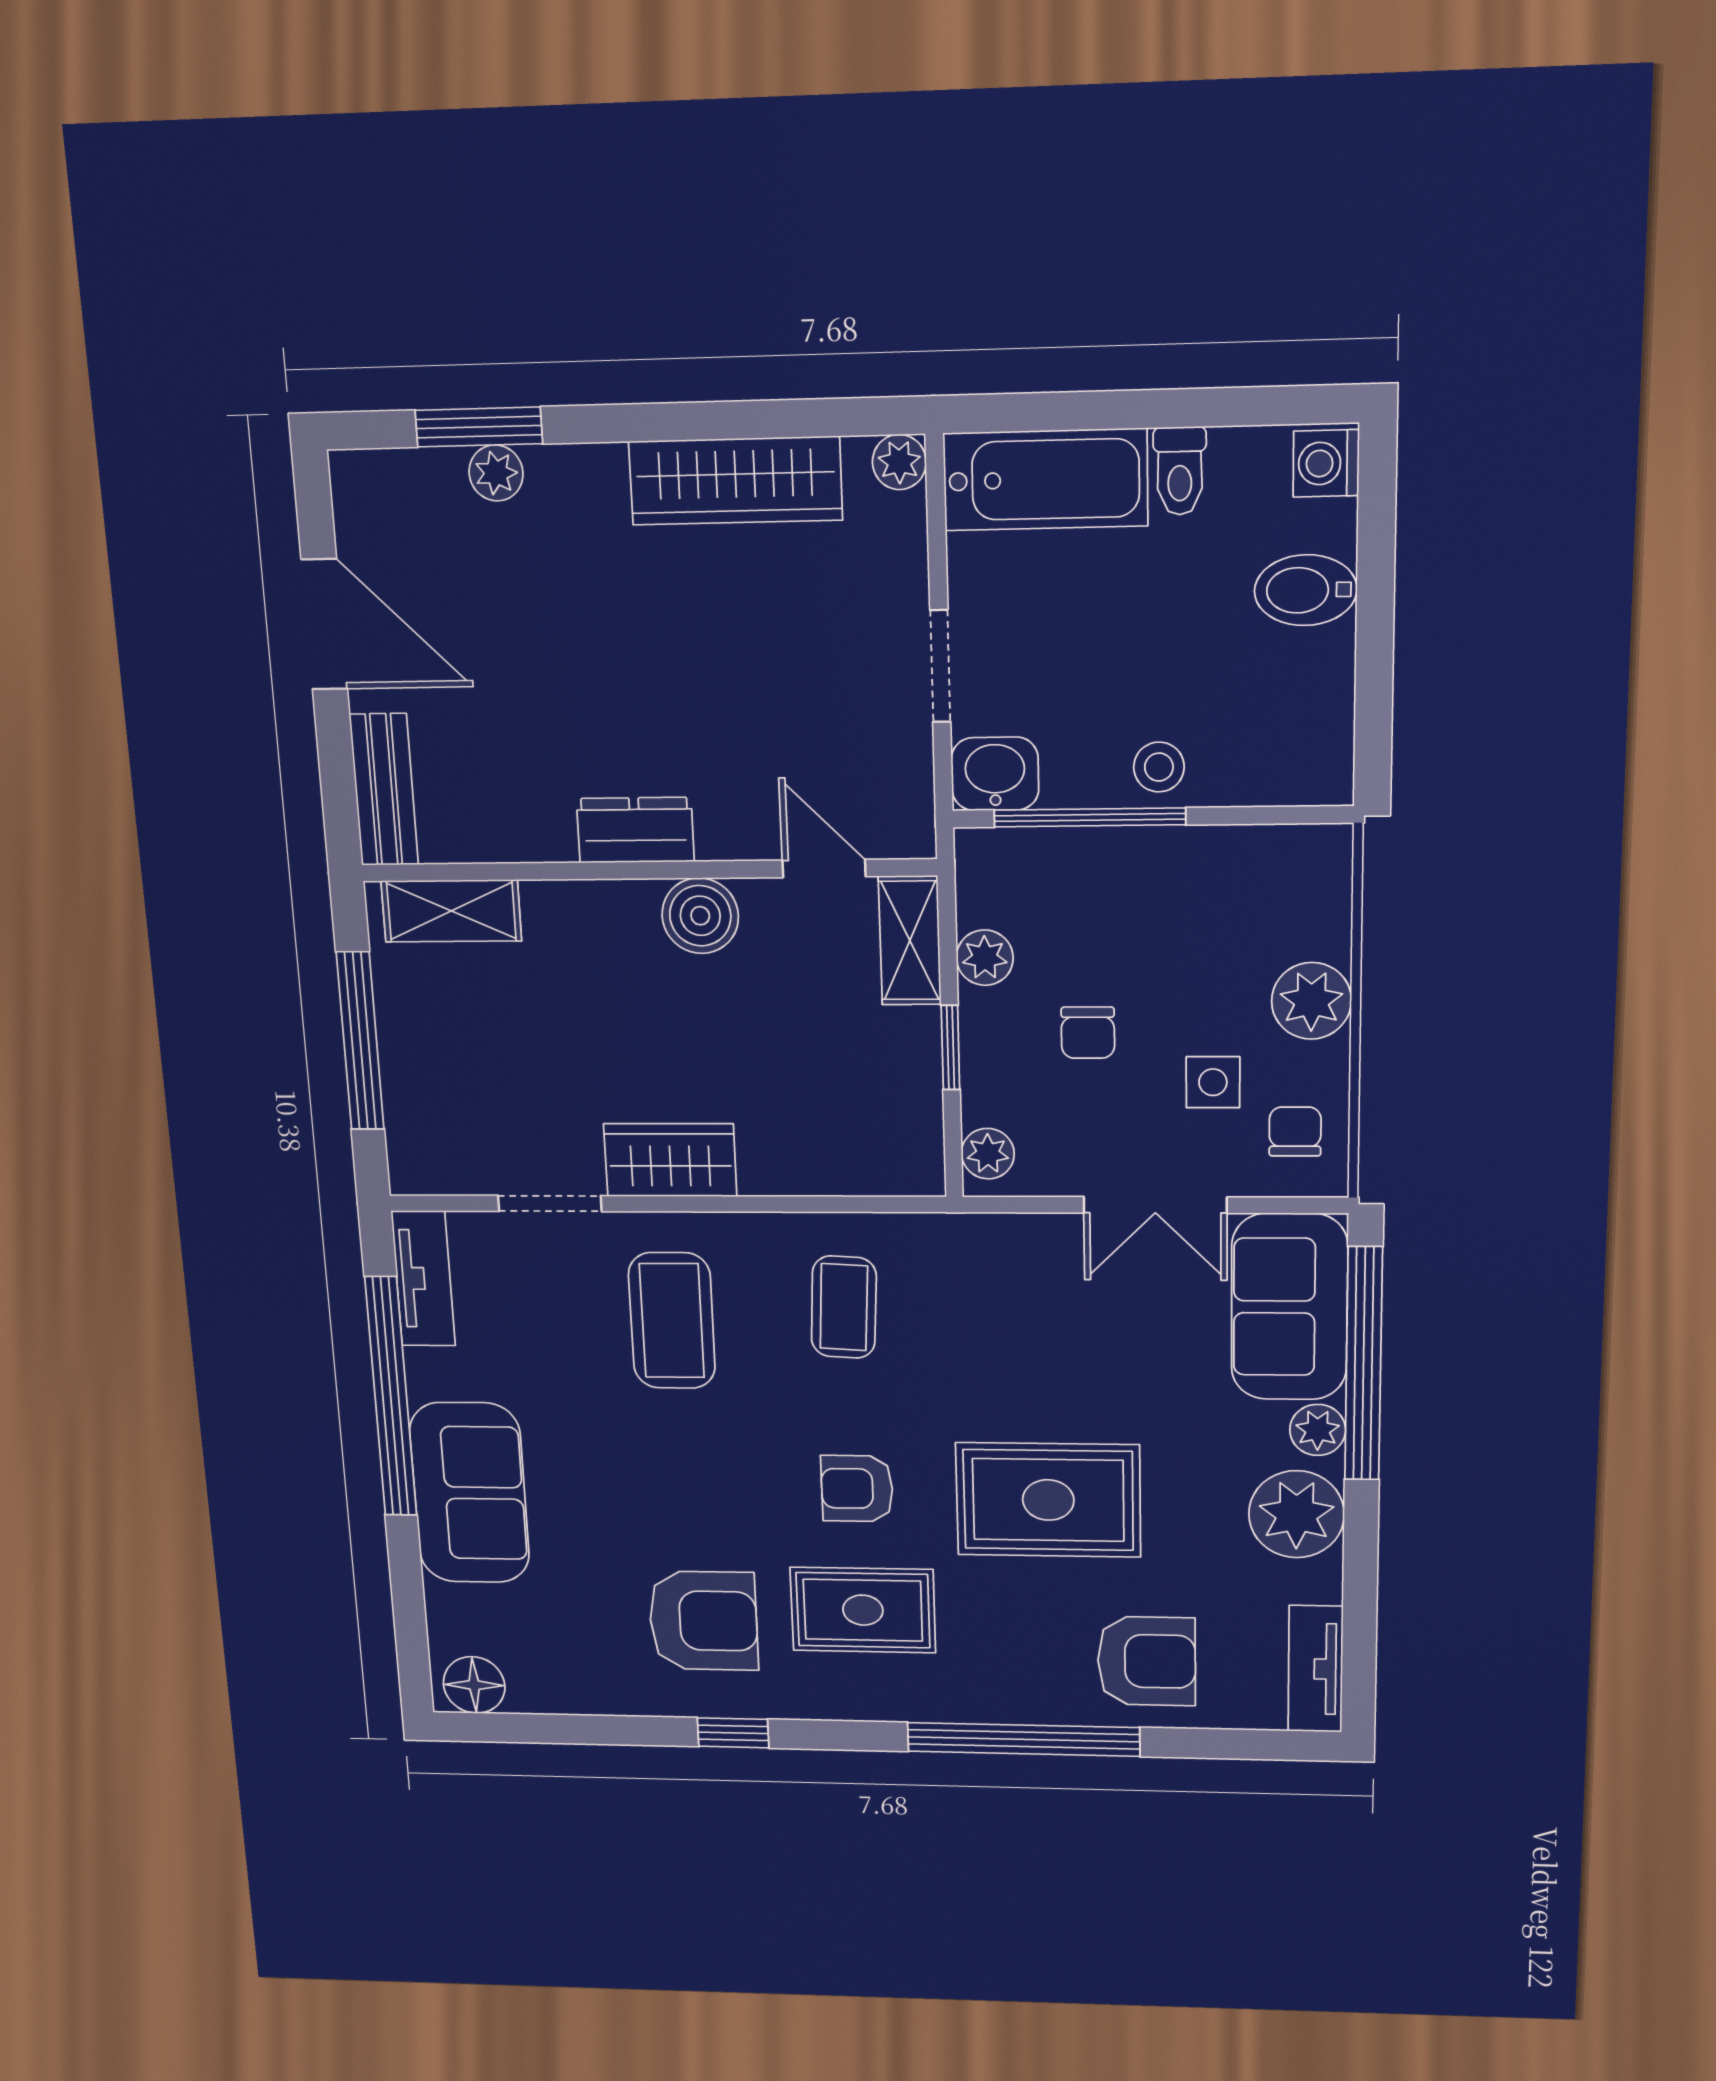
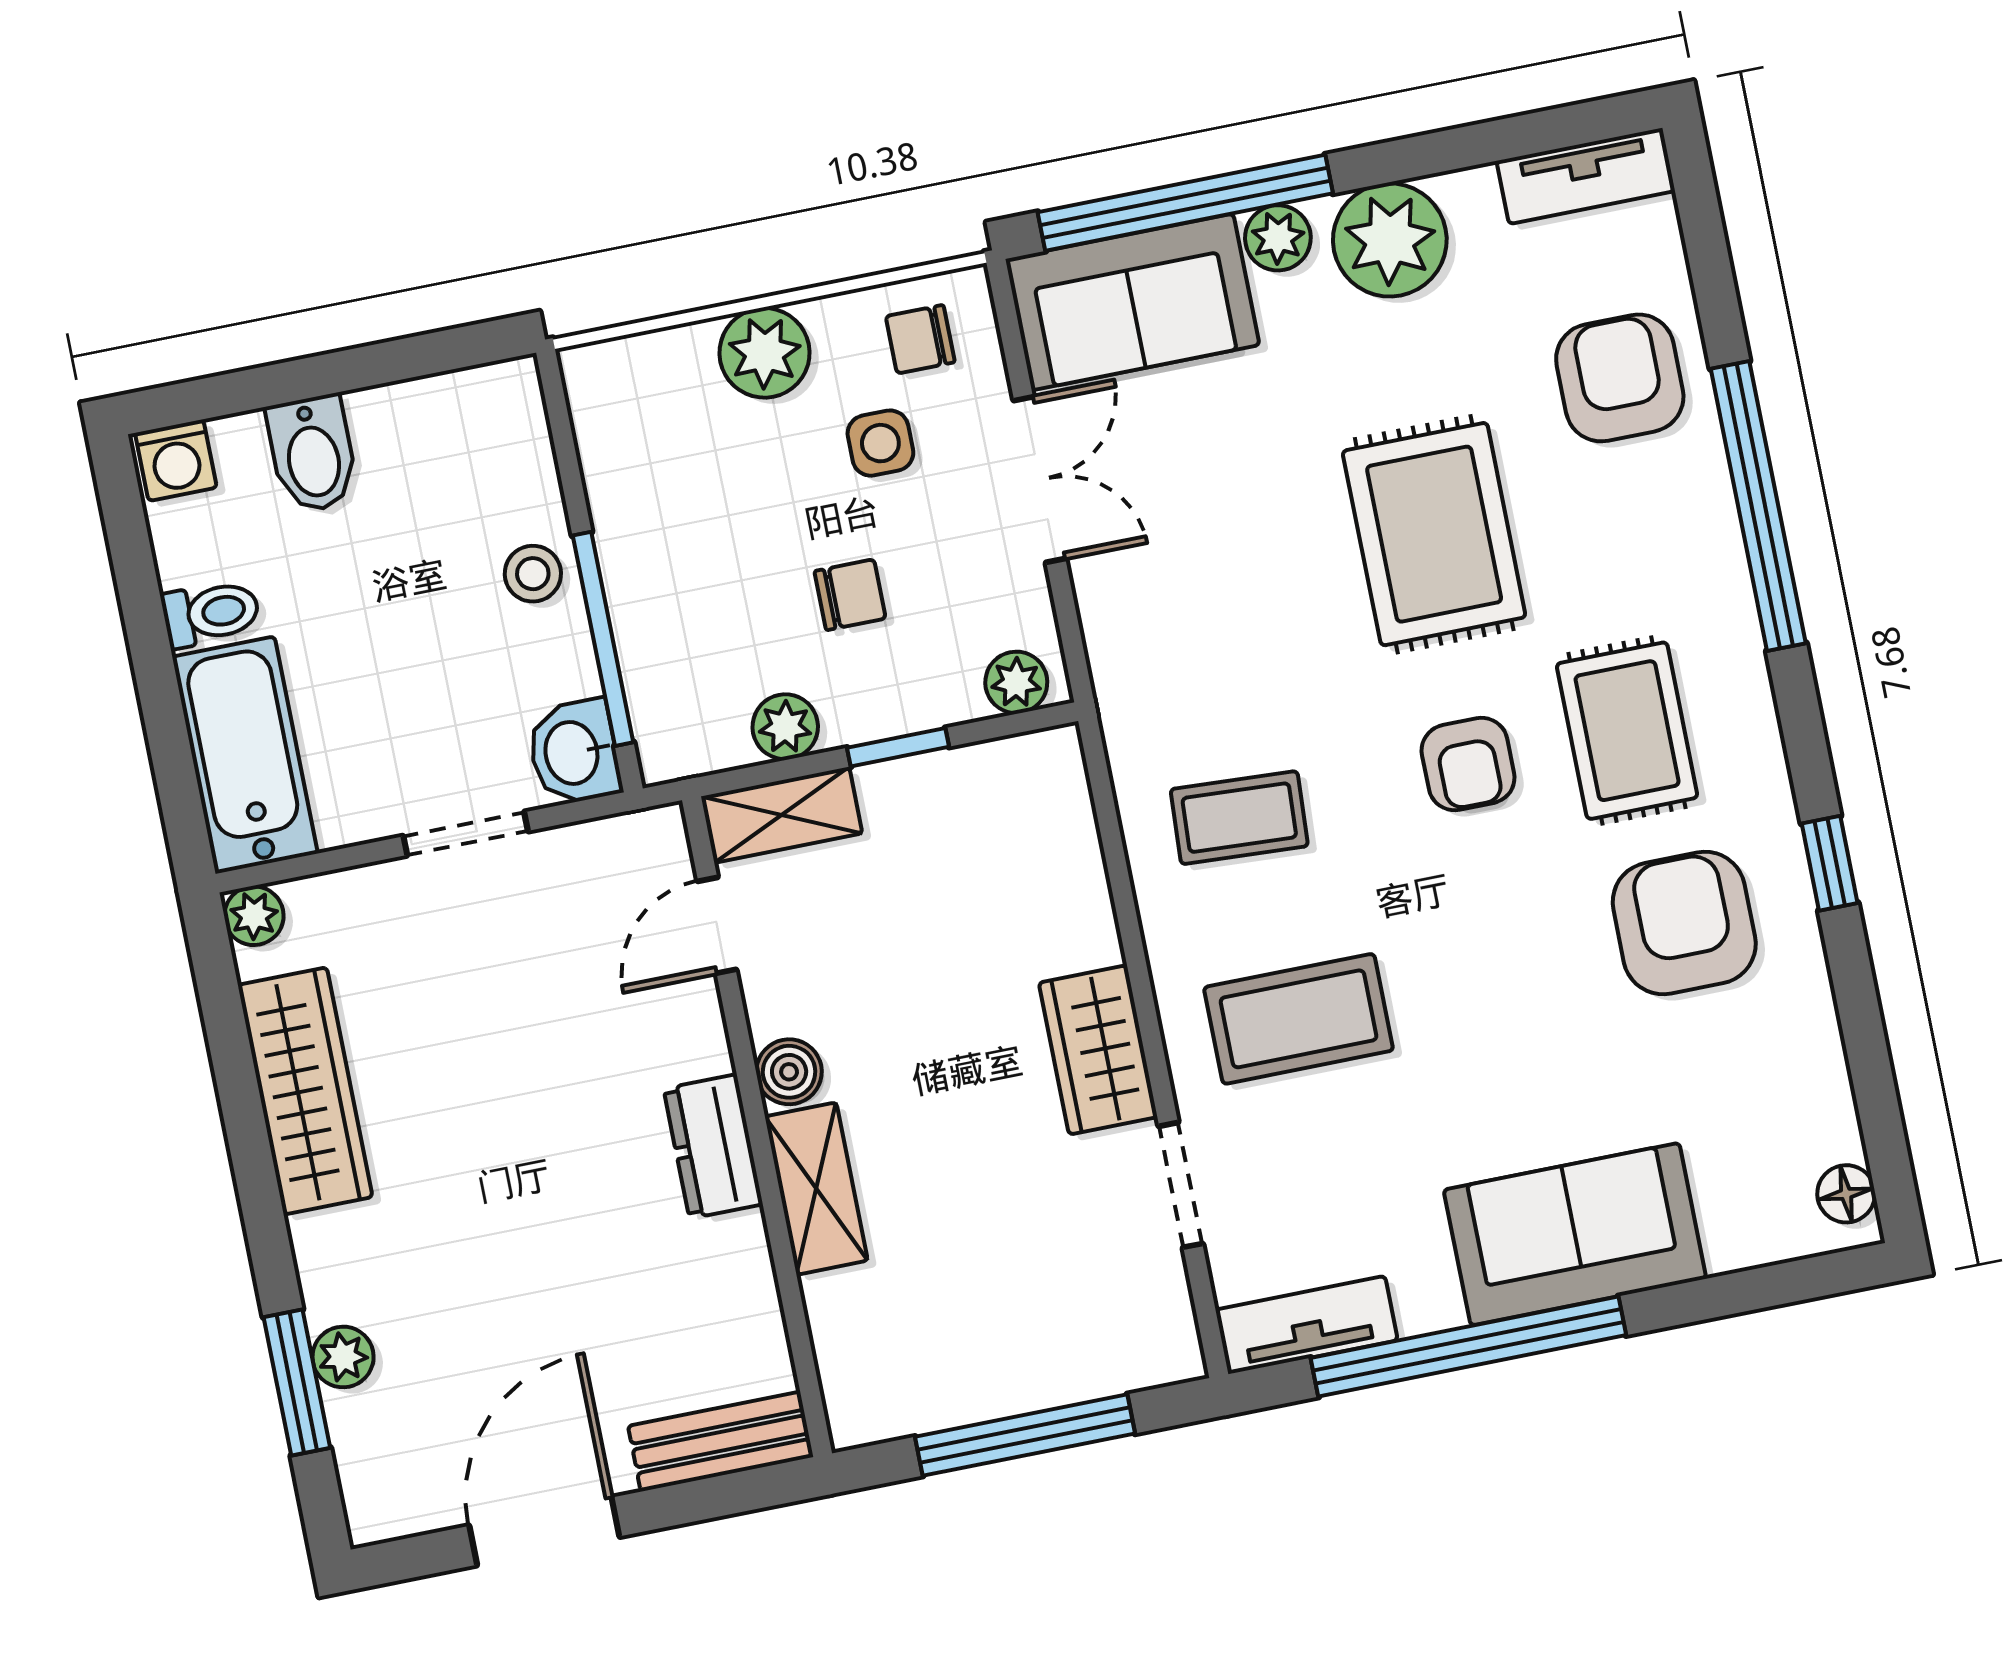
shelving: (451, 911) -> (816, 1189), moved
boiler: (700, 916) -> (789, 1072), width x0.73, depth x0.73
floor lamp: (474, 1685) -> (1846, 1194), width x0.73, depth x0.73

